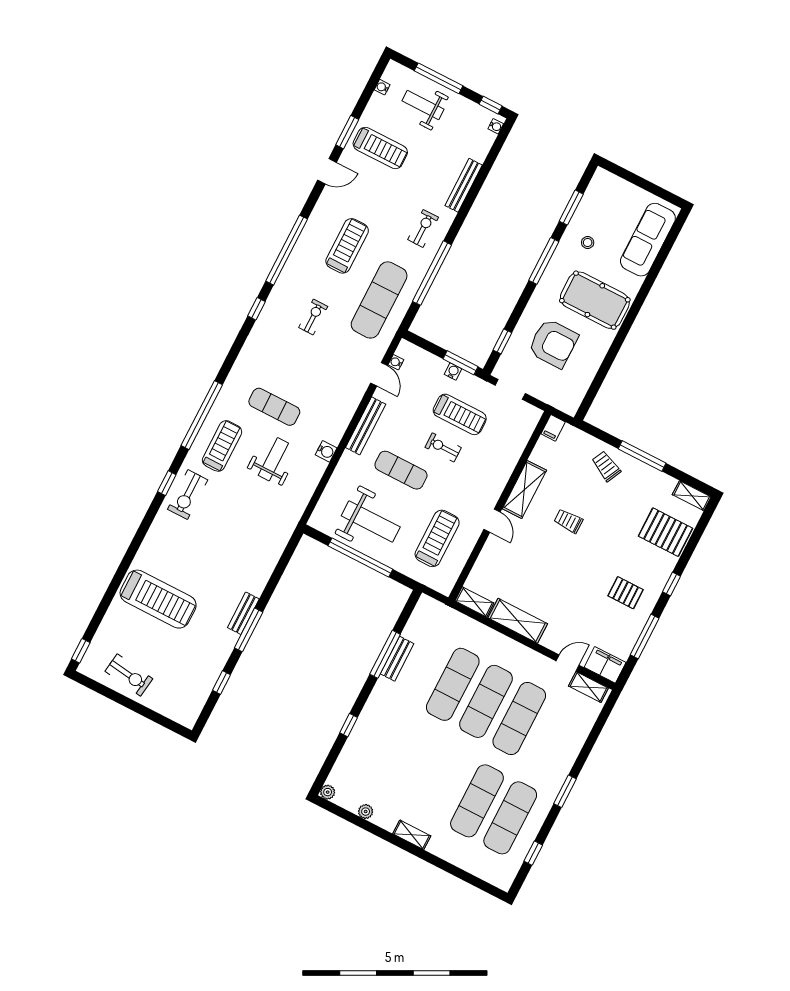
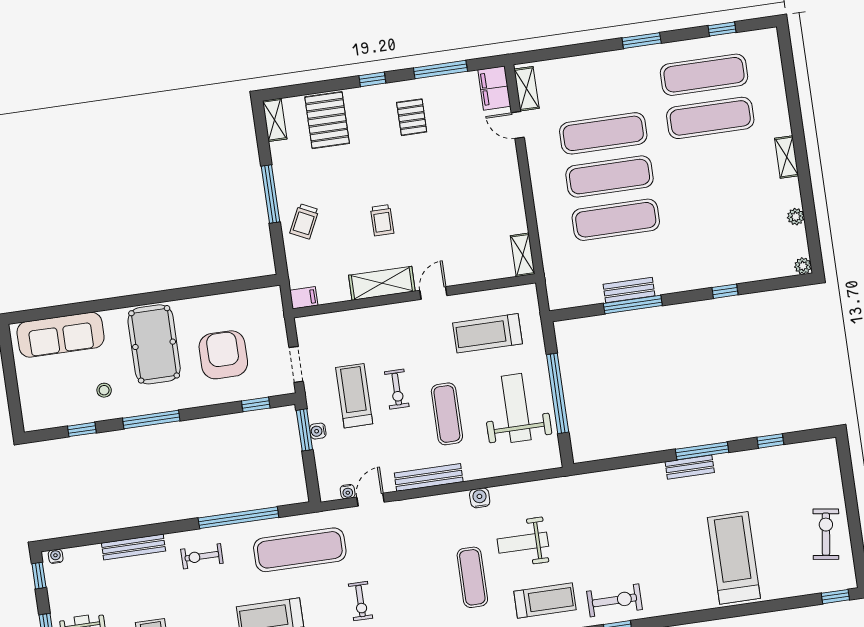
window: (571, 208) -> (82, 429), width x0.67
exercise bike: (313, 317) -> (361, 601), turned -90
treadmill: (222, 446) -> (545, 601), turned 180
shelving: (518, 621) -> (511, 201), removed

